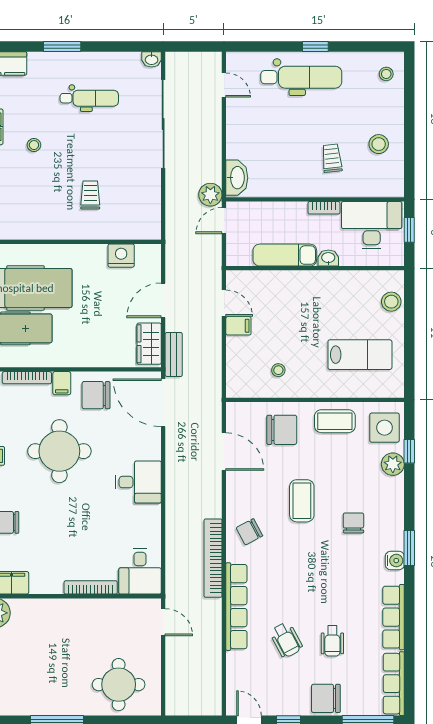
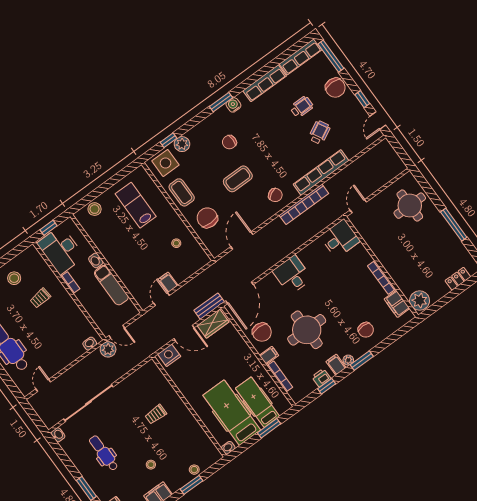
washbasin: (237, 178) -> (90, 344), width x0.52, depth x0.69
nightstand: (121, 256) -> (169, 355), moved, turned 90
bookcase: (91, 587) -> (382, 277), moved

